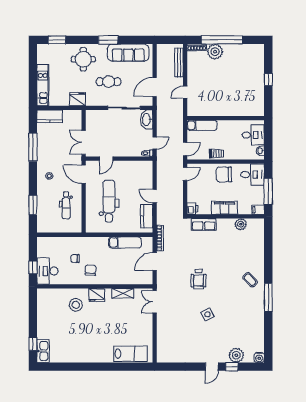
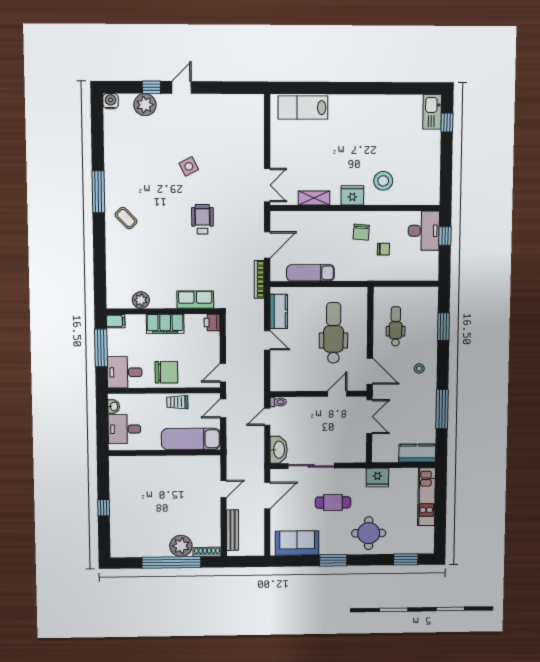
sofa: (128, 53) -> (297, 543), width x0.73
exam couch: (202, 125) -> (191, 439), width x1.36, depth x1.45
dental chair: (109, 201) -> (334, 333), turned 180

